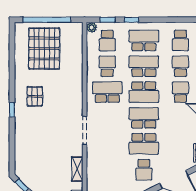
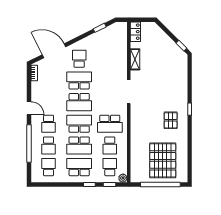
school desk: (144, 40) -> (79, 167), turned 180

